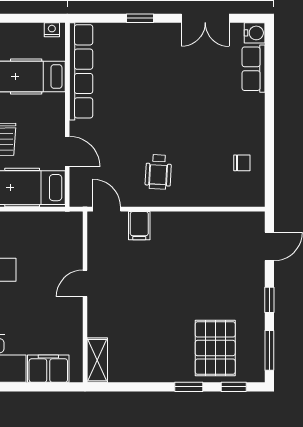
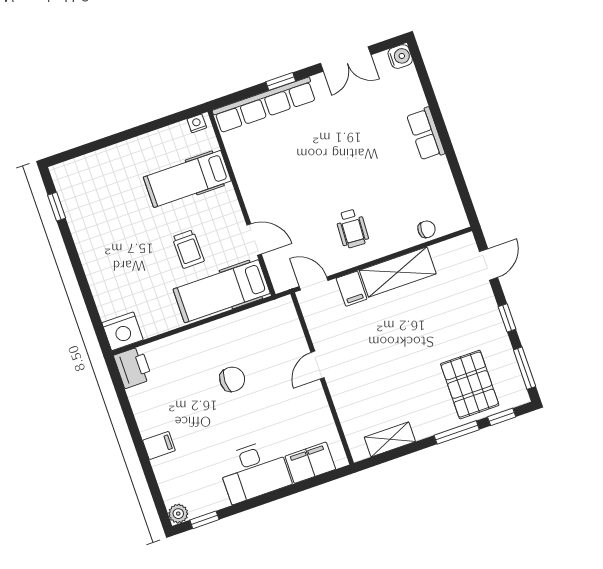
row of seats: (254, 69) -> (426, 134), moved
row of seats: (81, 71) -> (264, 105), moved, turned 90
chair: (242, 163) -> (427, 229), moved
shelving: (186, 225) -> (398, 272), added
shelving: (97, 360) -> (390, 439), moved, turned 90
window: (189, 387) -> (457, 432), width x1.50

